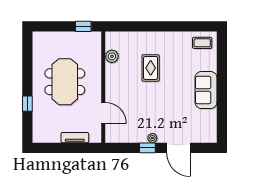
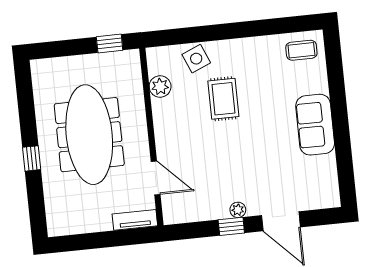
side table: (136, 41) -> (196, 59), added
meeting table: (65, 82) -> (89, 135), width x1.36
window: (27, 104) -> (32, 158), moved
tv unit: (75, 138) -> (135, 220), moved

